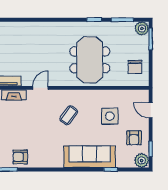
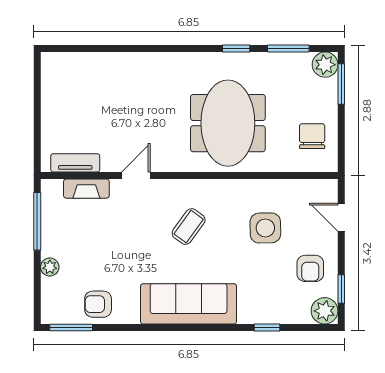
chair: (135, 67) -> (312, 136), turned 180
sofa: (90, 157) -> (189, 304), moved

